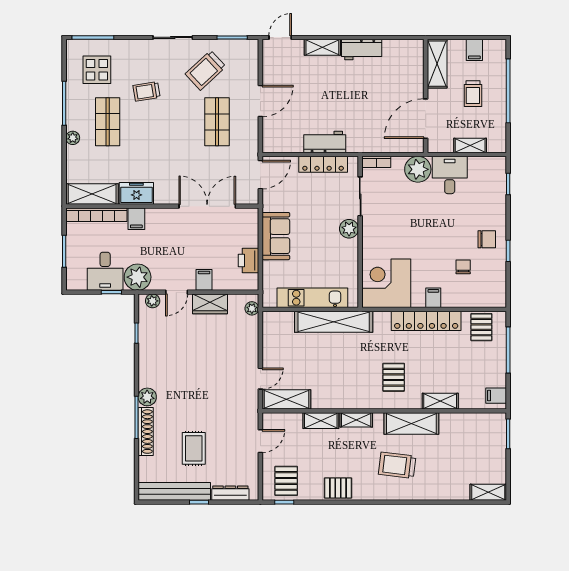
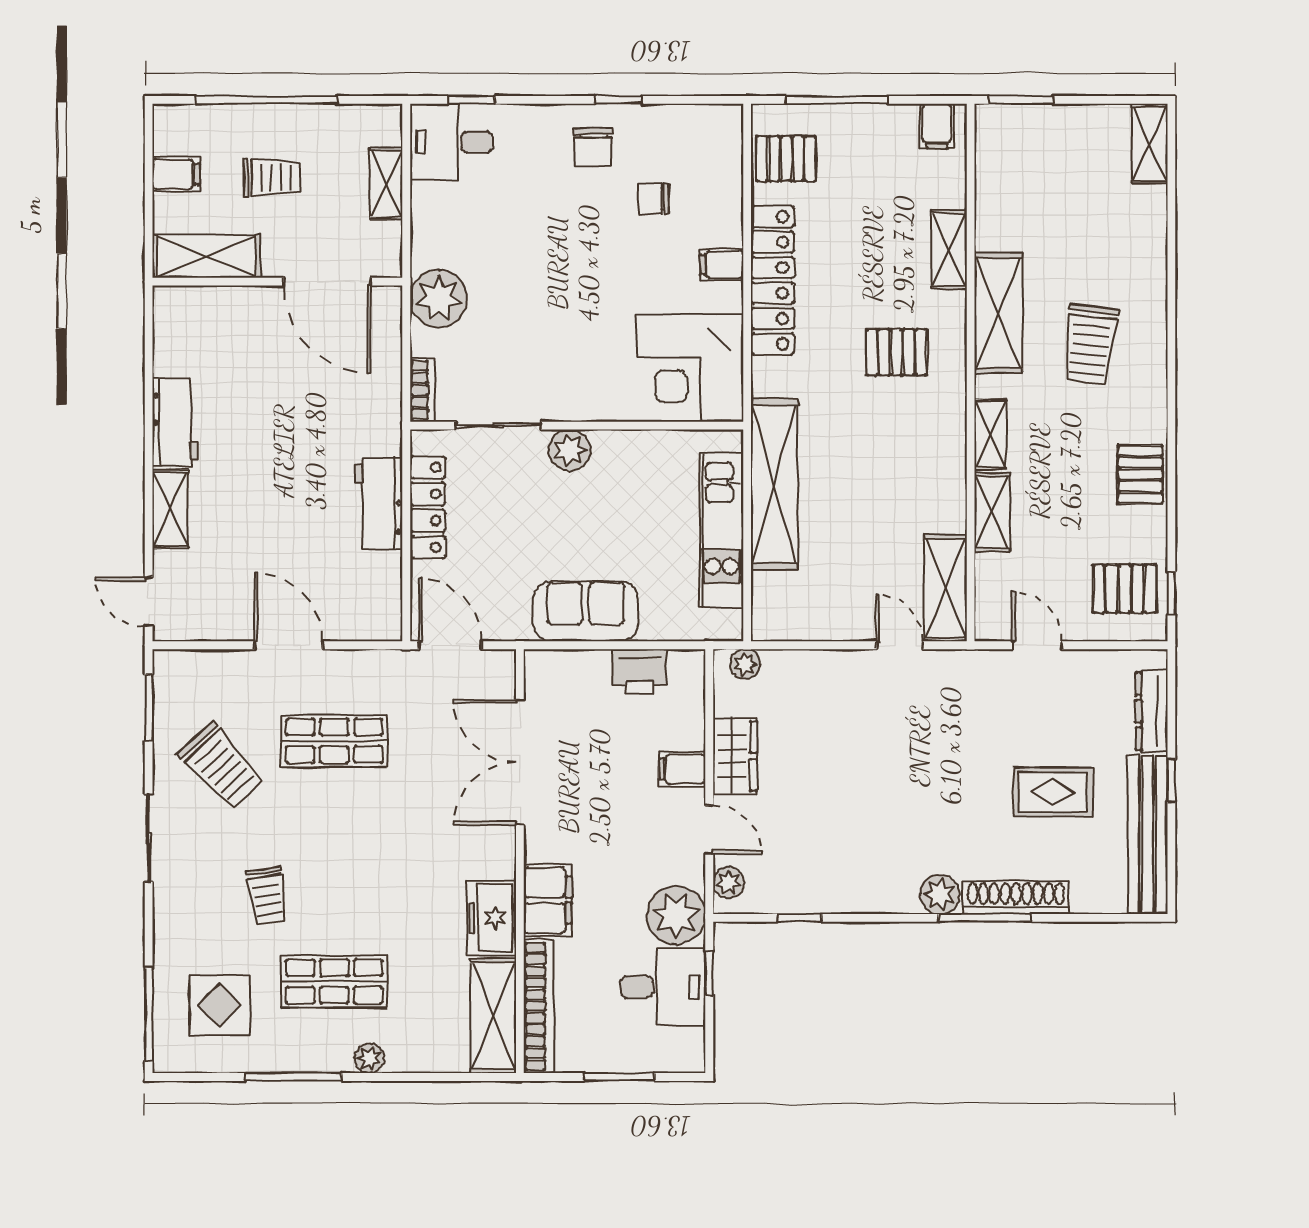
desk: (450, 175) -> (451, 142), moved
filing cabinet: (136, 219) -> (548, 900), width x2.00
chair: (487, 239) -> (593, 147), turned 180

